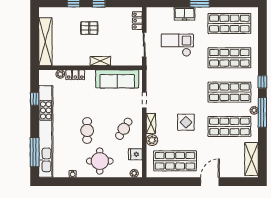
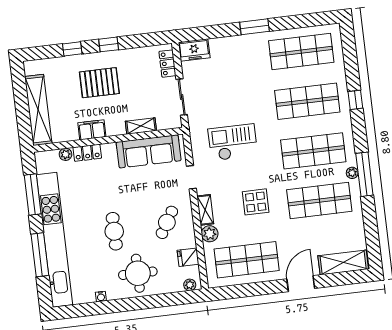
freezer: (185, 14) -> (194, 50), moved
pallet: (89, 28) -> (99, 83), width x1.50, depth x1.42
checkout: (177, 45) -> (233, 142), moved
filing cabinet: (80, 60) -> (92, 130), added
shelving: (100, 61) -> (141, 126), moved
window: (262, 82) -> (355, 100), moved
window: (35, 99) -> (33, 194), width x2.17
window: (35, 152) -> (40, 255), moved
shelving: (251, 159) -> (343, 262), moved, turned 90

